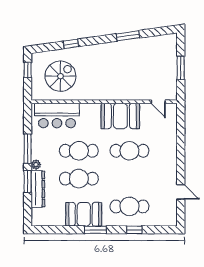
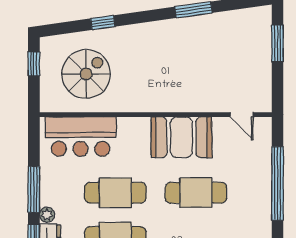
window: (181, 68) -> (277, 43), moved
window: (181, 145) -> (277, 183), added

